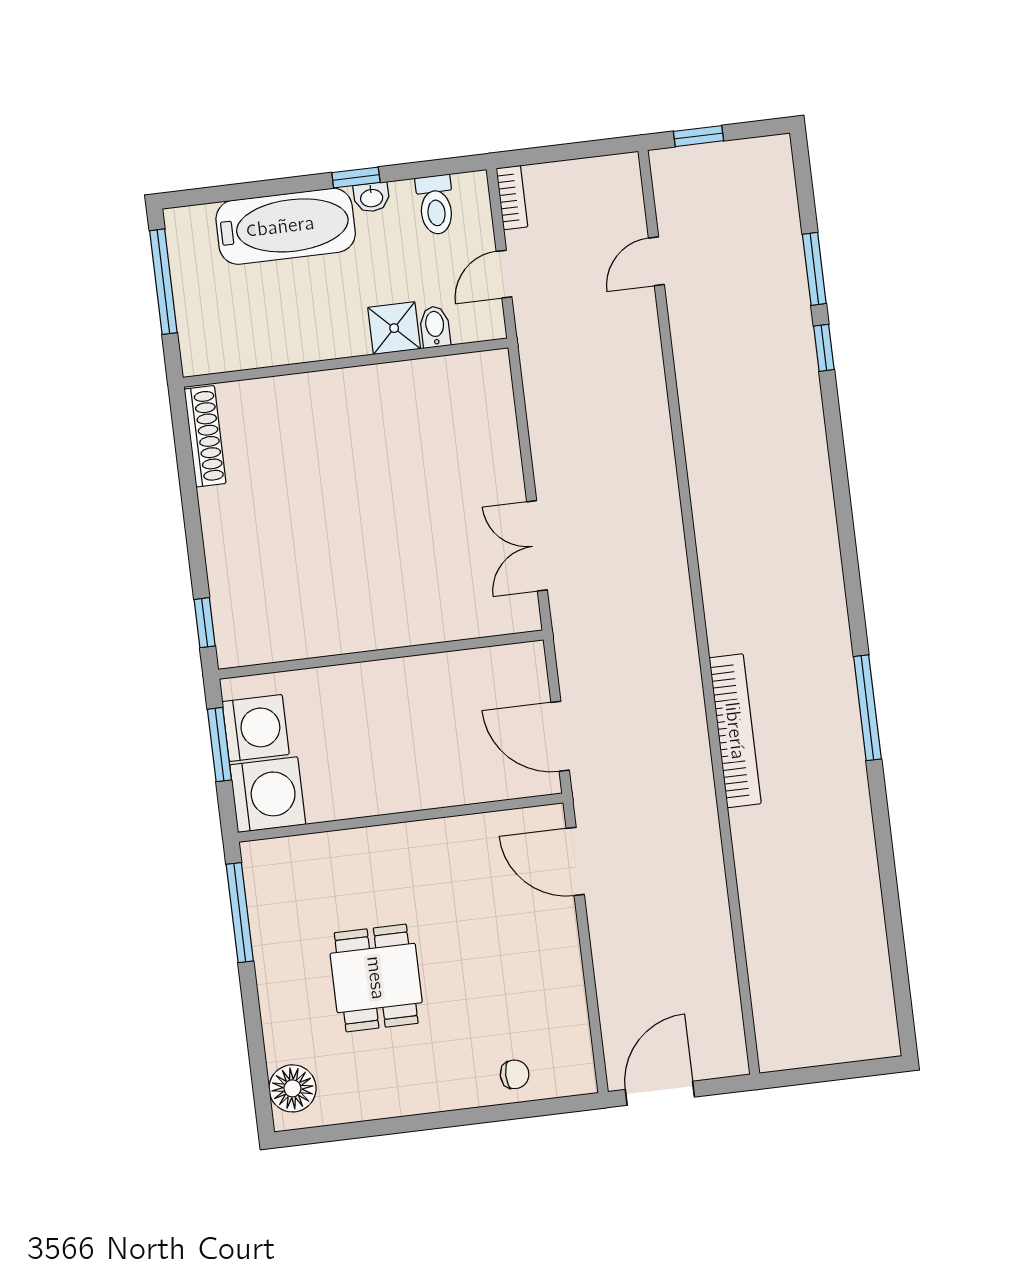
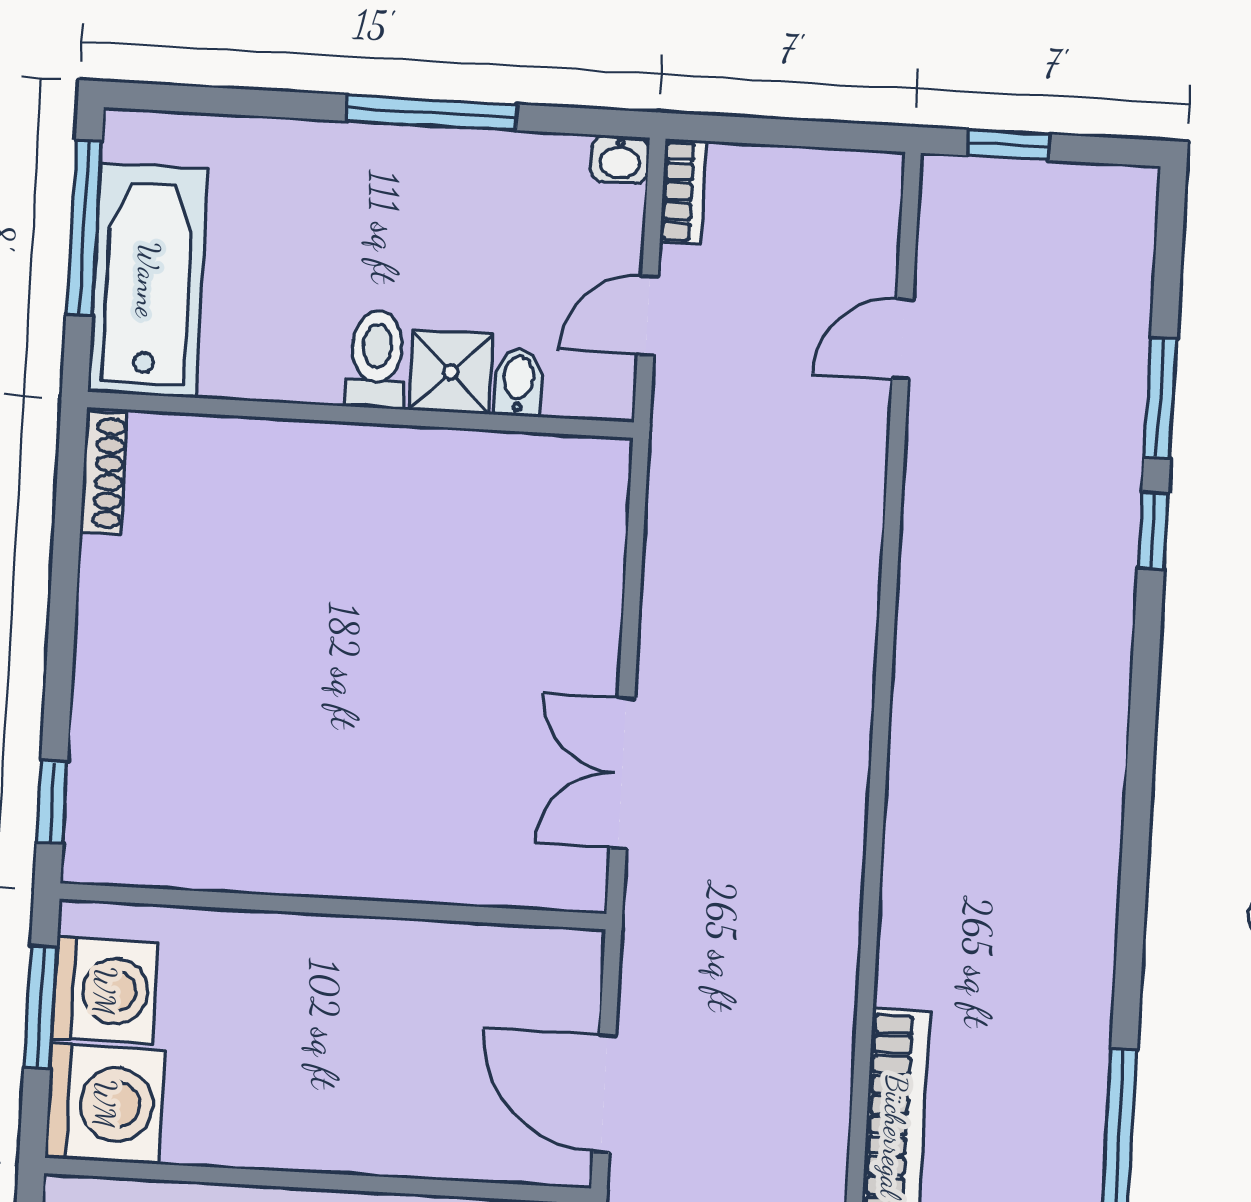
window: (356, 177) -> (432, 113), width x2.17
washbasin: (372, 197) -> (620, 159), moved
toilet: (436, 205) -> (377, 359), moved, turned 180
bathtub: (286, 226) -> (148, 280), moved, turned -90
shoe rack: (205, 436) -> (104, 473), width x0.74, depth x0.81

